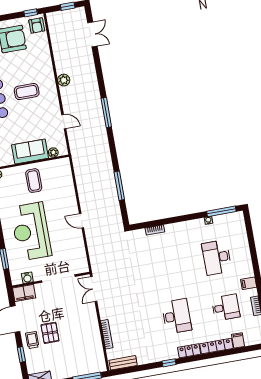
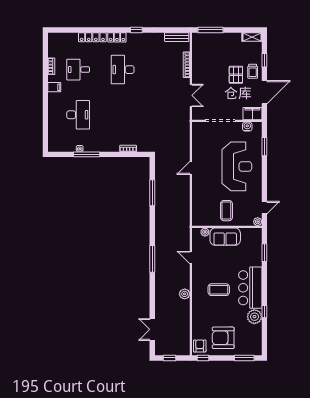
window: (221, 211) -> (87, 154), moved
door: (82, 221) -> (191, 168), swing flipped
double door: (94, 289) -> (191, 95), moved
filing cabinet: (238, 340) -> (72, 39), removed

